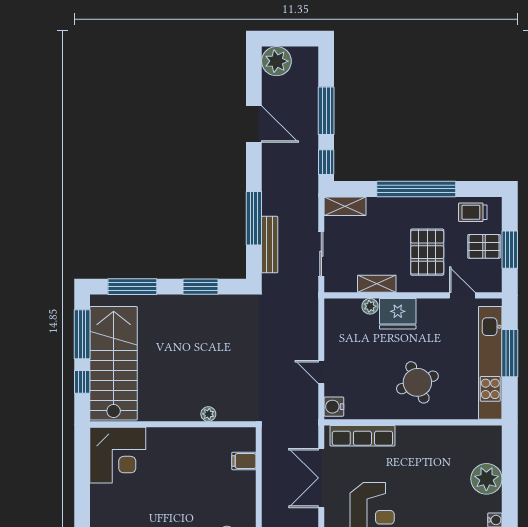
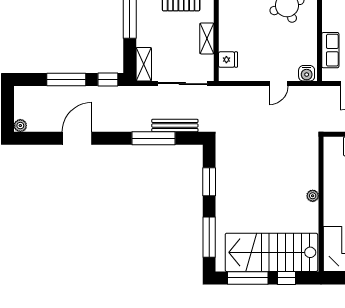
plant: (276, 61) -> (20, 126), width x0.53, depth x0.53
sliding door: (321, 254) -> (182, 84), width x1.37
plant: (370, 306) -> (225, 44), removed
fridge: (398, 314) -> (228, 60), moved, width x0.53, depth x0.75
plant: (208, 414) -> (313, 196), moved
row of seats: (362, 436) -> (330, 50), width x0.68

